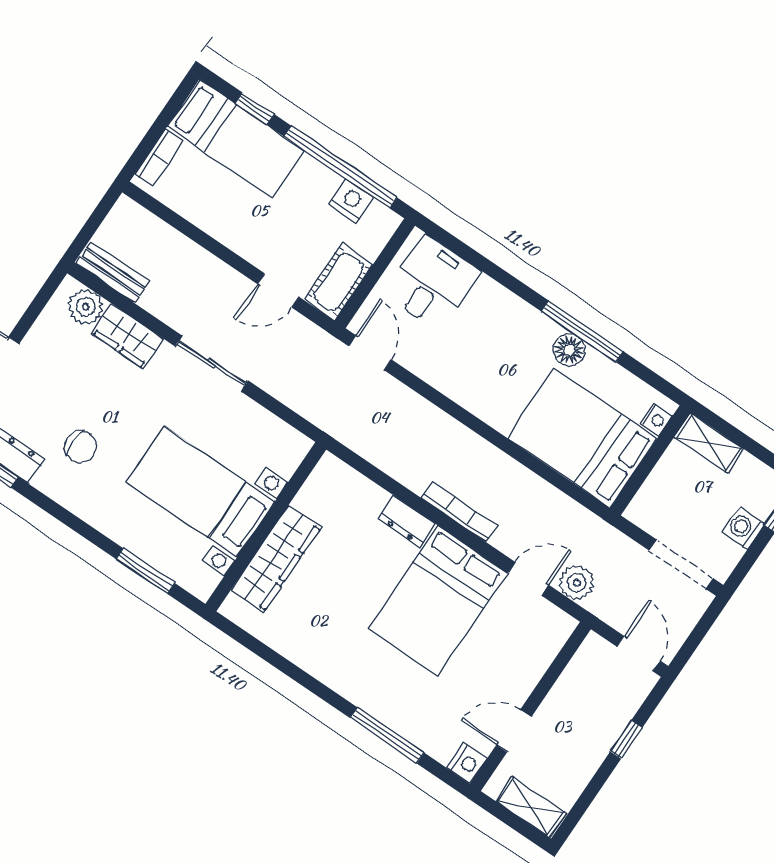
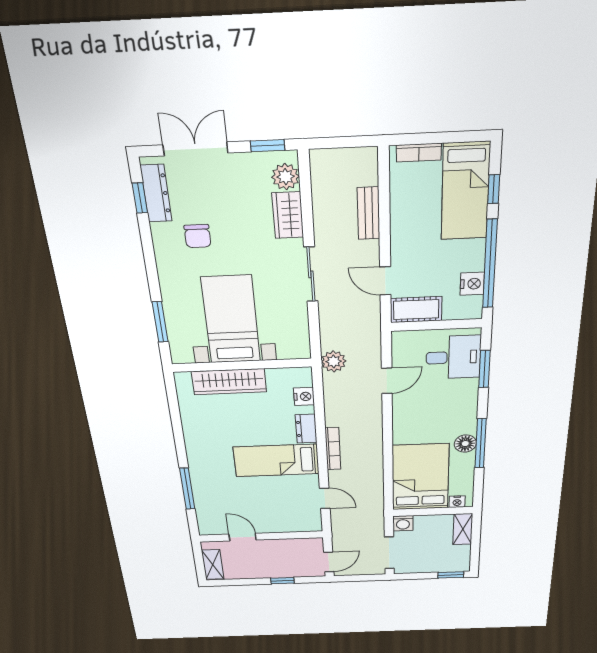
window: (475, 258) -> (484, 369), added
bench: (113, 272) -> (369, 213), moved
window: (41, 300) -> (268, 146), added
door: (370, 353) -> (387, 381), moved
washing machine: (743, 528) -> (403, 523), moved, turned 180
plant: (577, 583) -> (334, 361), moved
bed: (438, 601) -> (276, 460), width x0.67
nightstand: (467, 763) -> (304, 396), moved, turned -90

